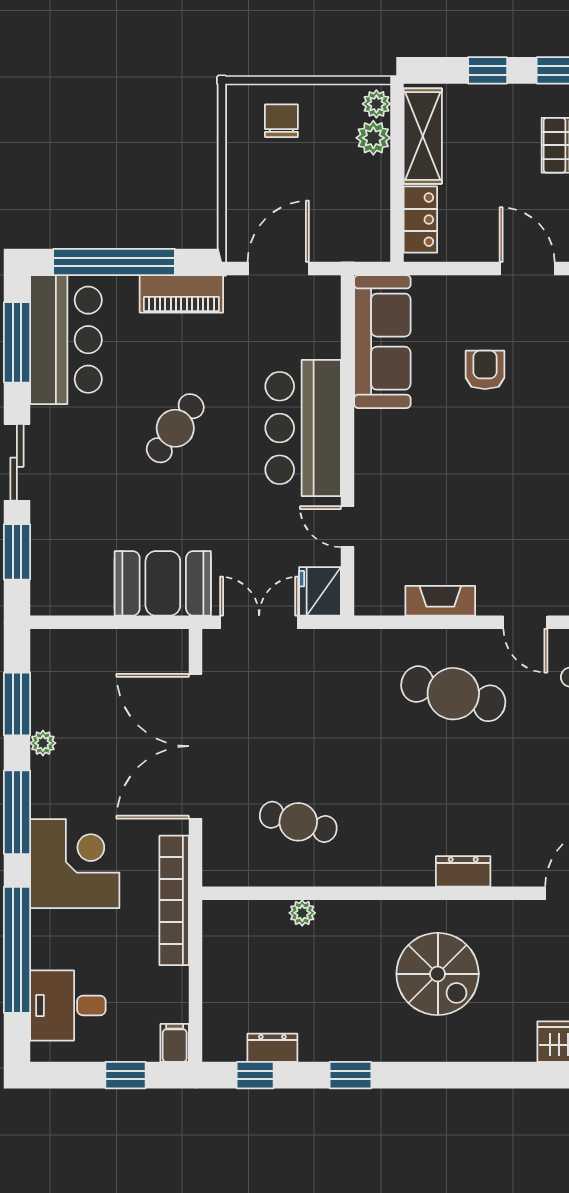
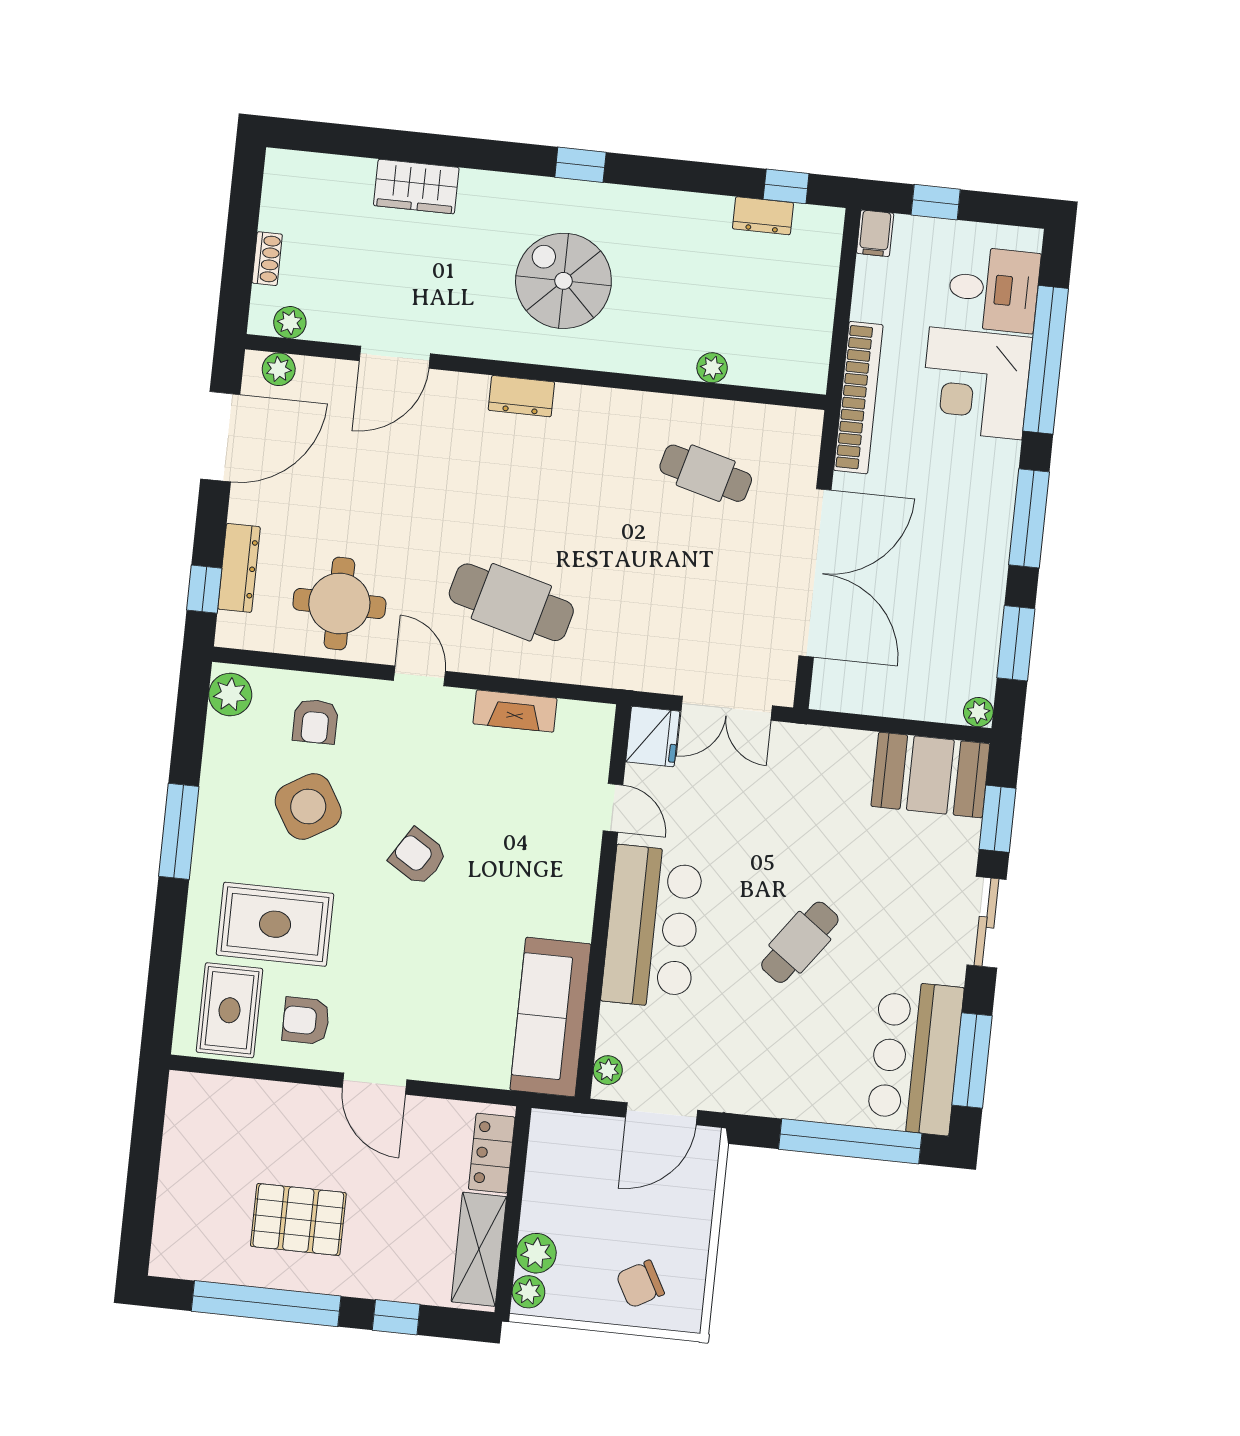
chair: (281, 121) -> (640, 1284), turned 61
piano: (181, 294) -> (776, 1096), removed
plant: (328, 301) -> (608, 1070), added
armchair: (485, 370) -> (418, 857), moved, turned 122
booth: (163, 583) -> (930, 775), moved
plant: (43, 743) -> (978, 712), moved
corner desk: (75, 864) -> (976, 383), moved
window: (350, 1075) -> (580, 165), moved

